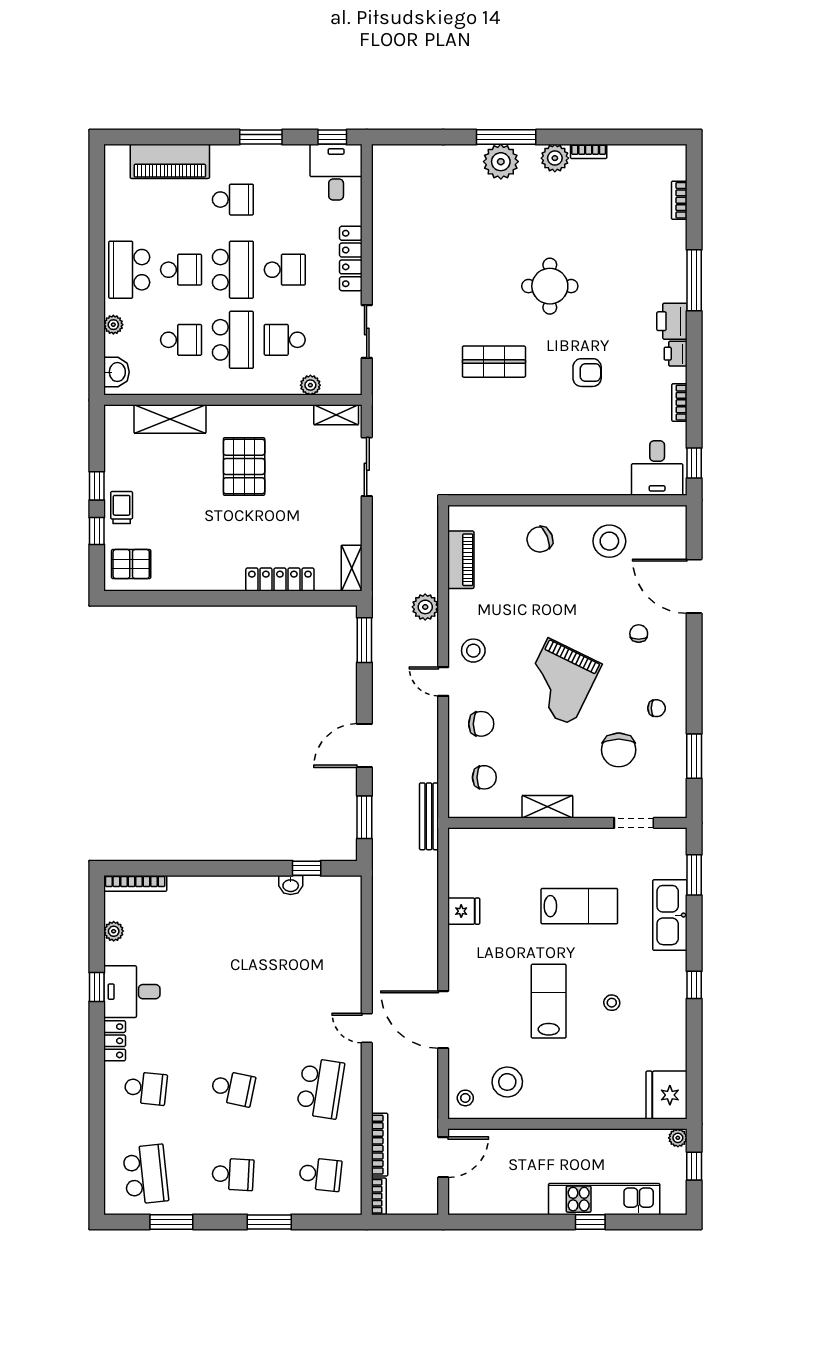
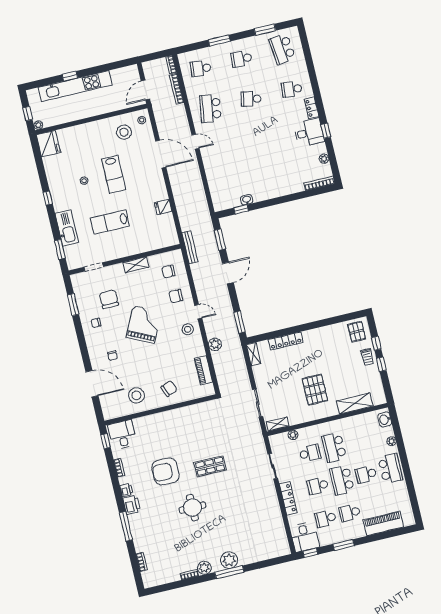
school desk: (181, 340) -> (326, 518), moved
armchair: (587, 373) -> (165, 471), width x1.88, depth x1.88
pallet: (131, 564) -> (357, 332), turned 90
kitchen unit: (604, 1199) -> (75, 86), width x1.36

